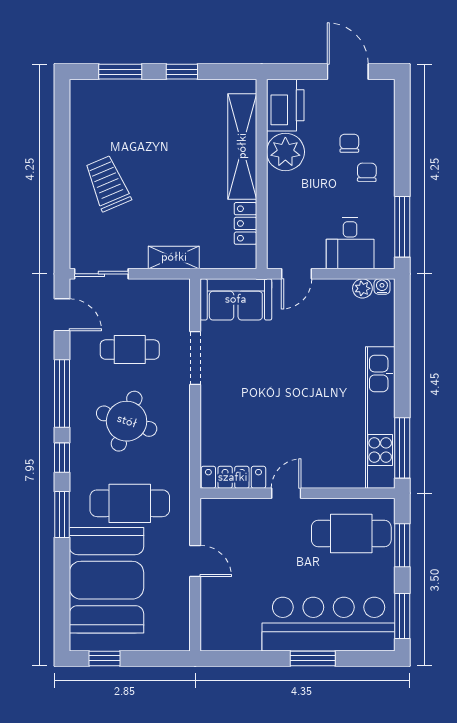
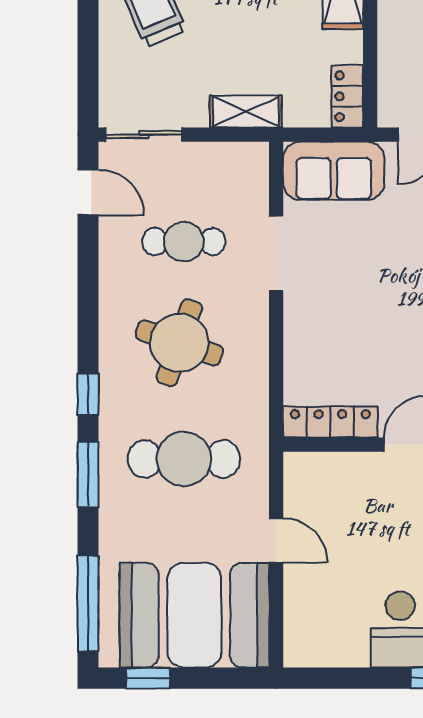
locker: (246, 223) -> (347, 96), moved
window: (62, 393) -> (88, 604), moved
booth: (106, 580) -> (194, 615), moved, turned 90

